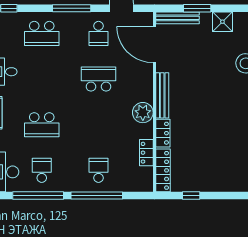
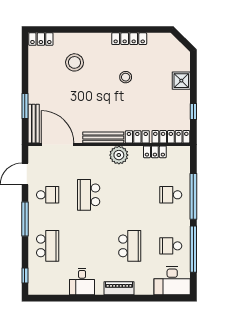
shower: (222, 22) -> (181, 81), moved
door: (154, 45) -> (58, 145), swing flipped
stool: (229, 120) -> (126, 77), added

